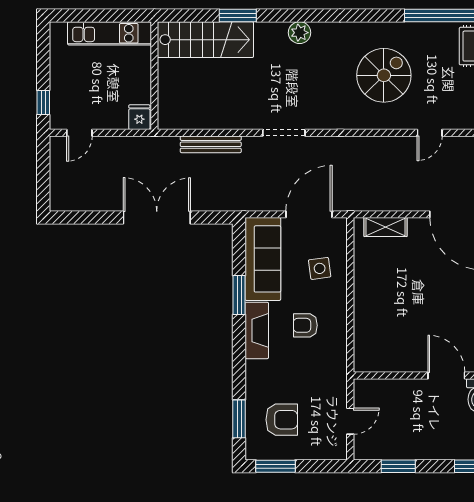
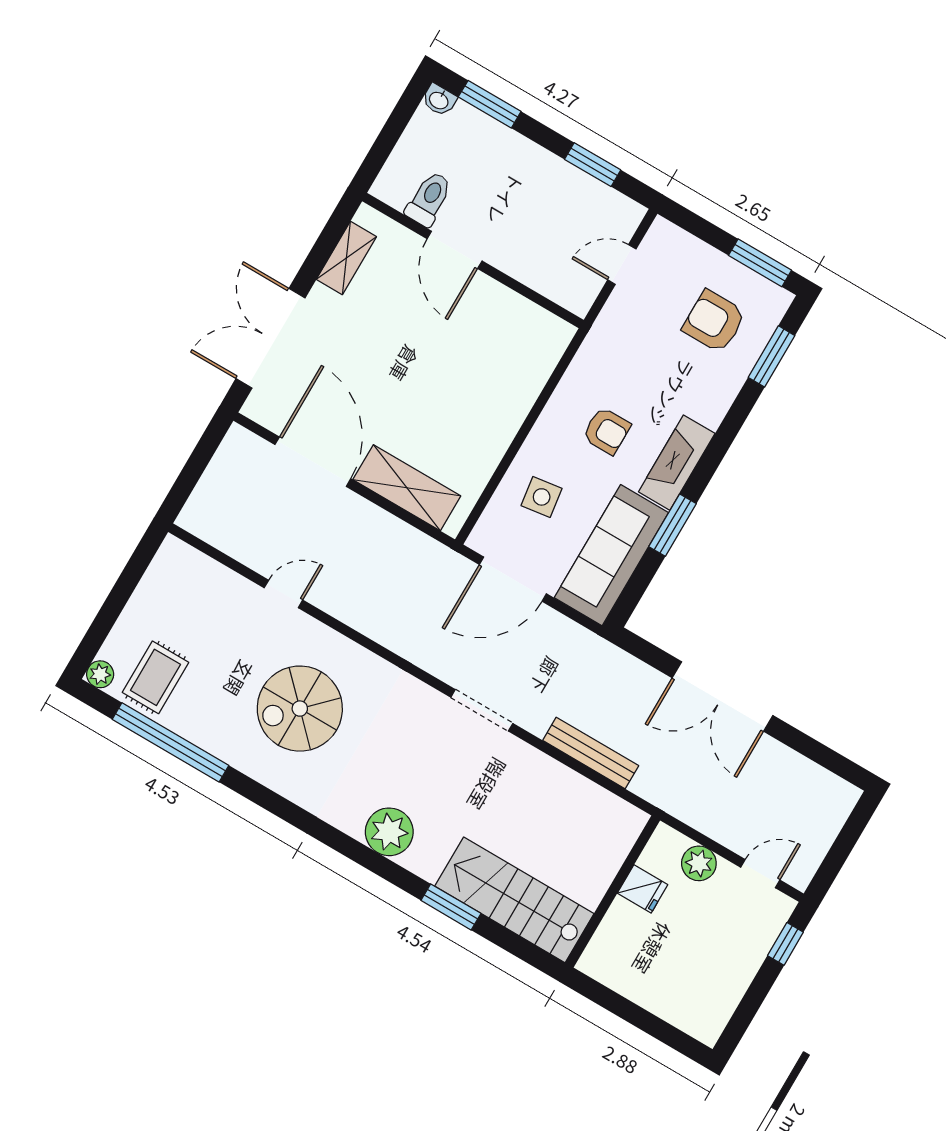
kitchen unit: (110, 33) -> (640, 985), removed
plant: (300, 33) -> (389, 832), width x1.36, depth x1.36
fridge: (139, 117) -> (643, 889), moved, turned -90
plant: (116, 119) -> (699, 863), added
shelving: (385, 227) -> (407, 488), width x1.50, depth x1.33

